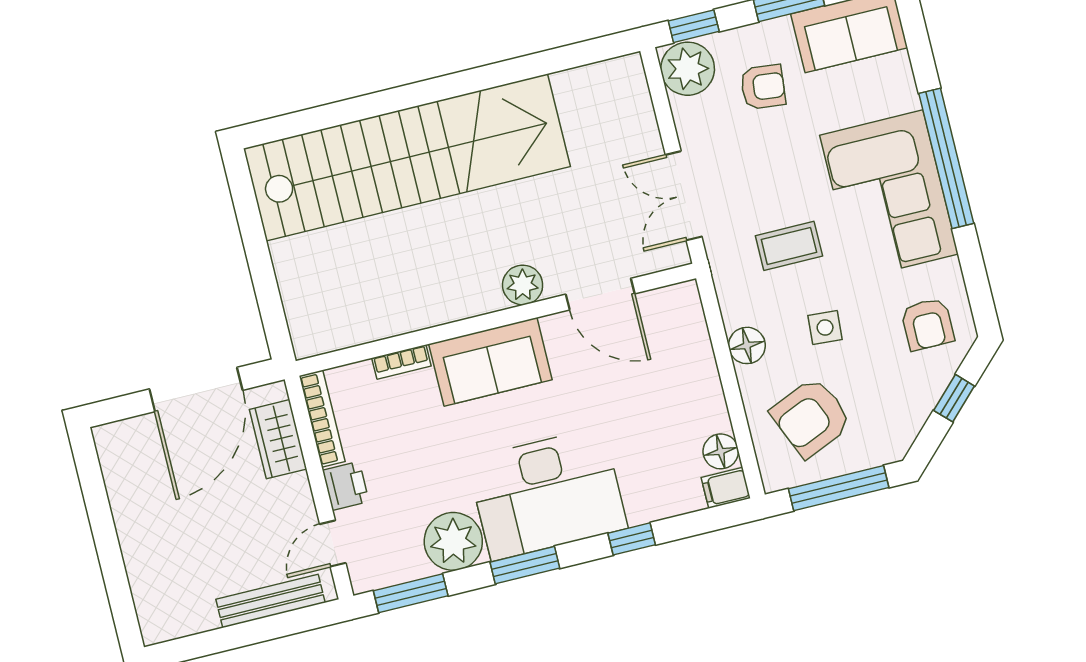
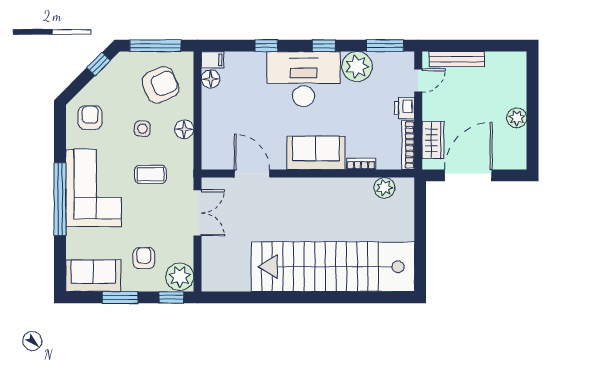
armchair: (763, 87) -> (144, 258), turned 84
plant: (523, 285) -> (384, 188), moved
window: (954, 398) -> (99, 64), moved
plant: (132, 519) -> (517, 118), added
window: (525, 565) -> (324, 46), width x0.67

